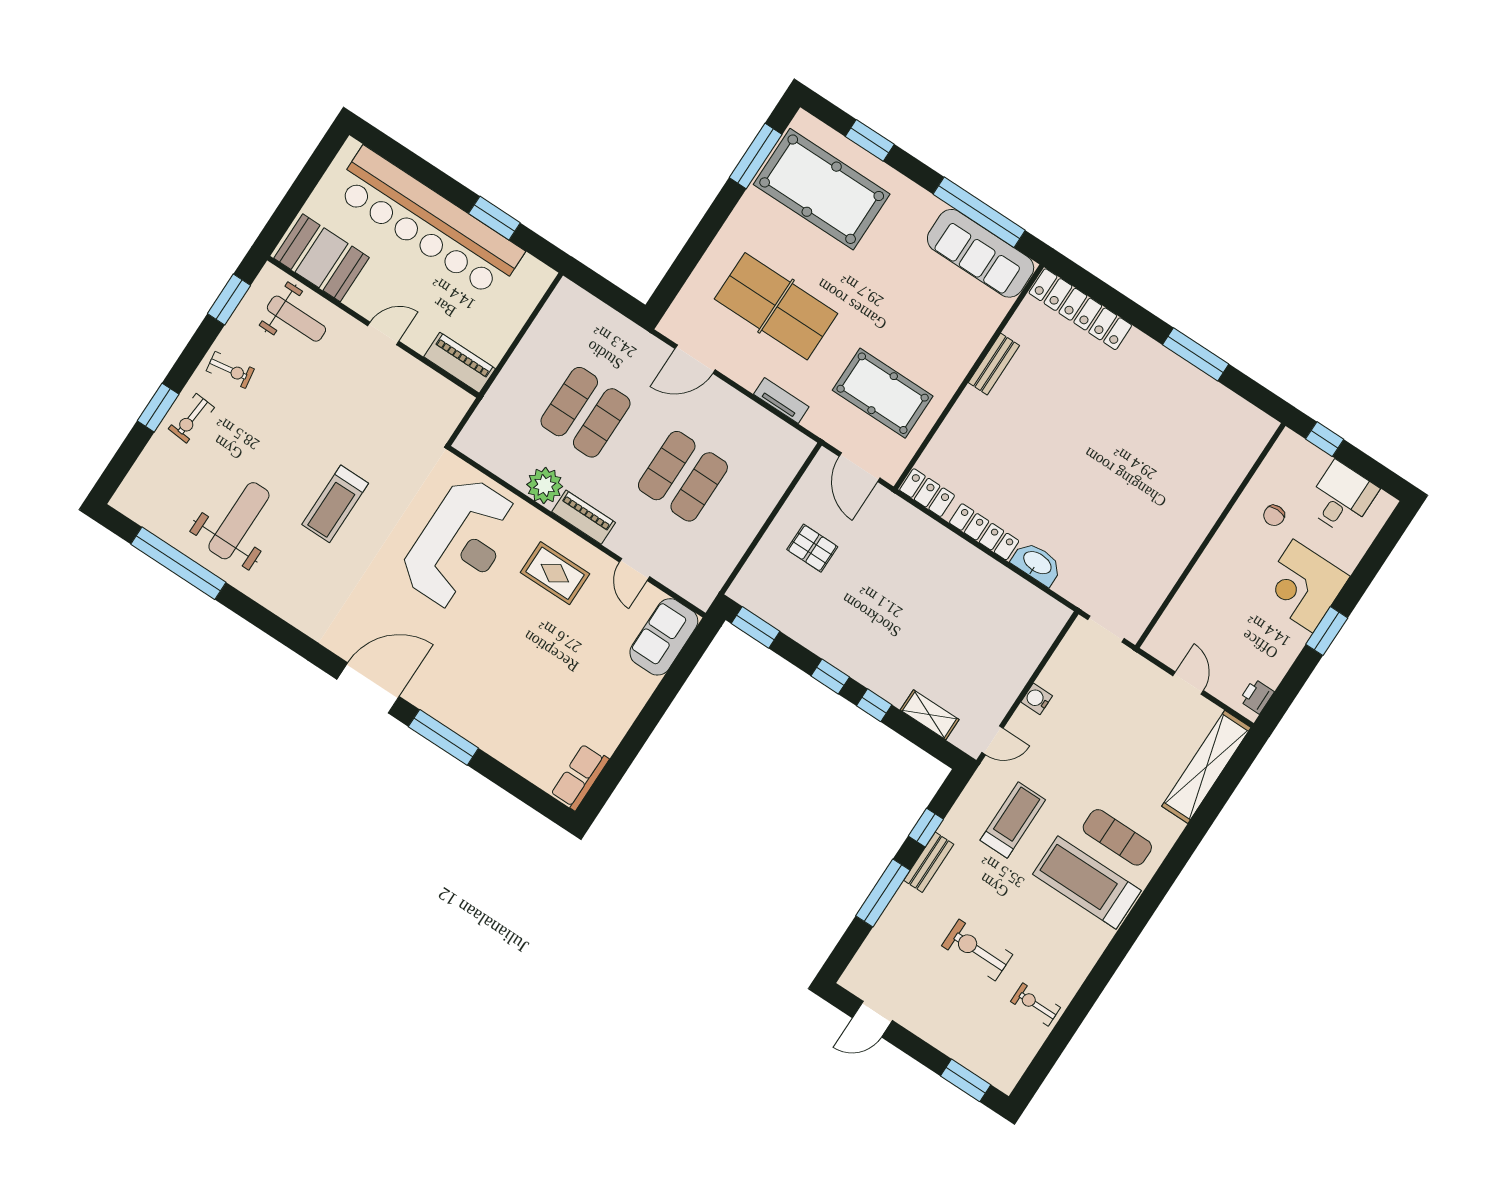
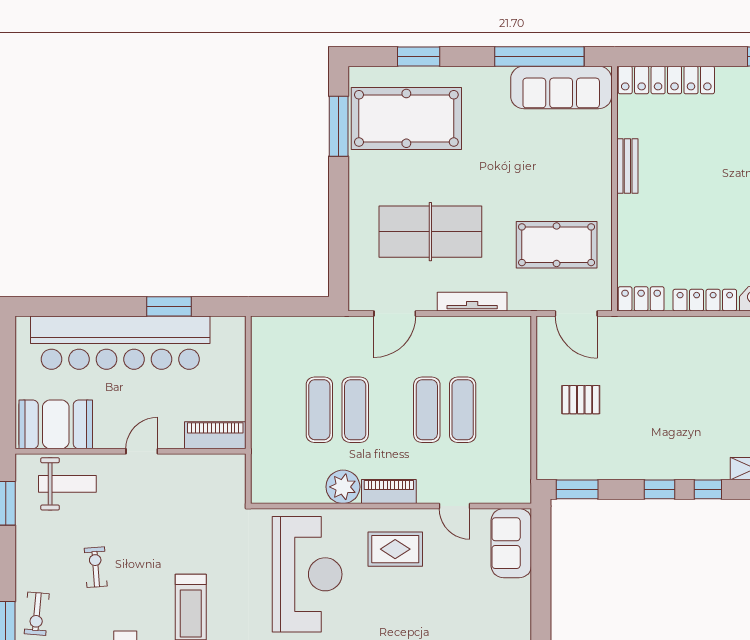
exercise bike: (230, 370) -> (96, 567), moved, turned -85
tv unit: (781, 401) -> (472, 302), width x1.41

